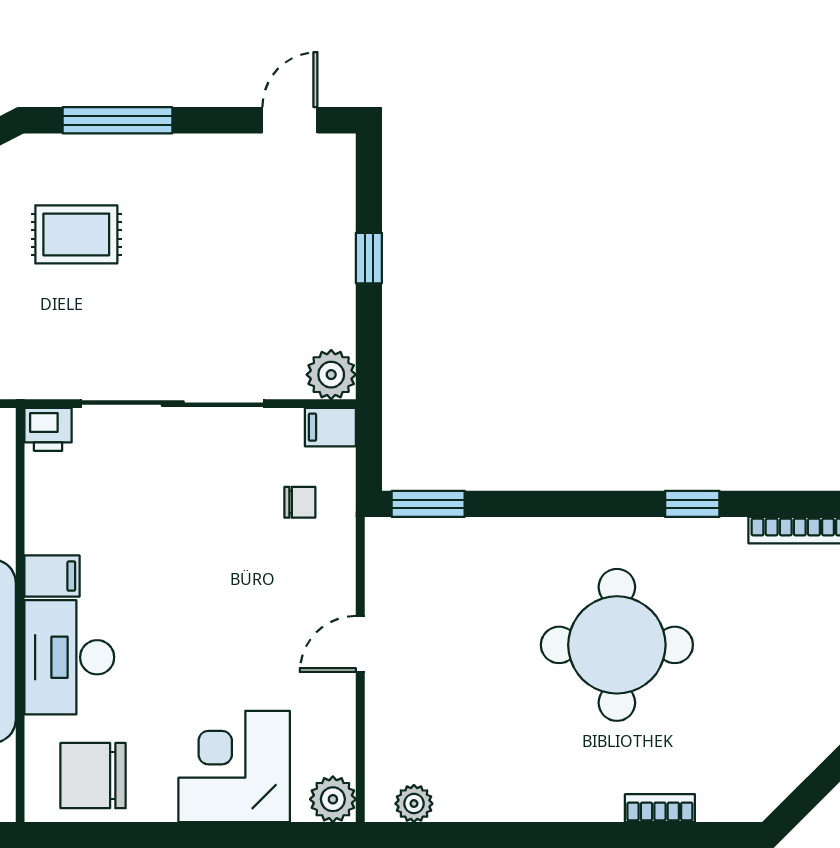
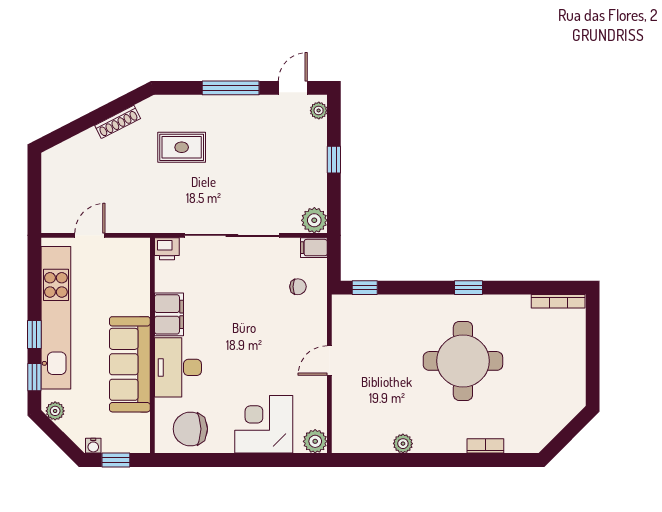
window: (117, 120) -> (231, 88), moved
plant: (339, 164) -> (319, 111), added
window: (428, 504) -> (365, 288), width x0.67
window: (692, 504) -> (468, 288), moved
filing cabinet: (52, 576) -> (169, 314), width x2.00
plant: (414, 804) -> (403, 444), moved

